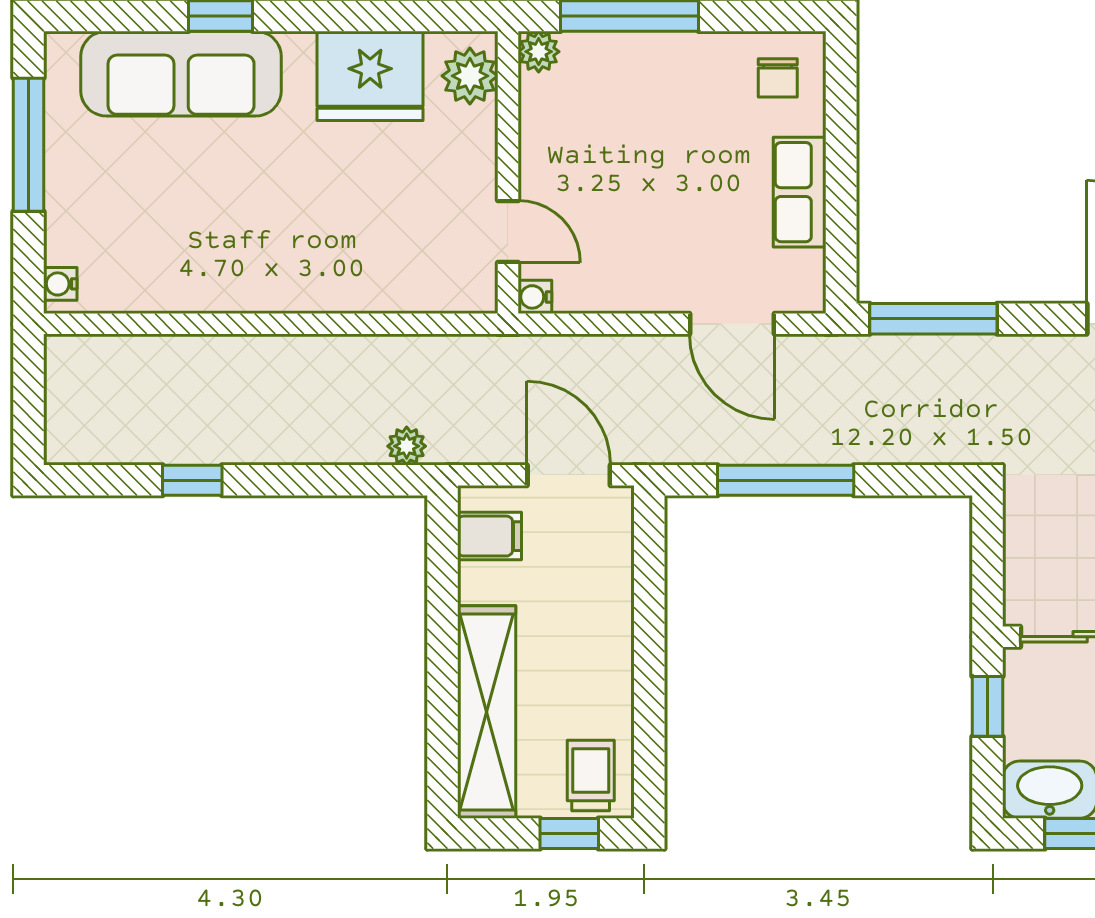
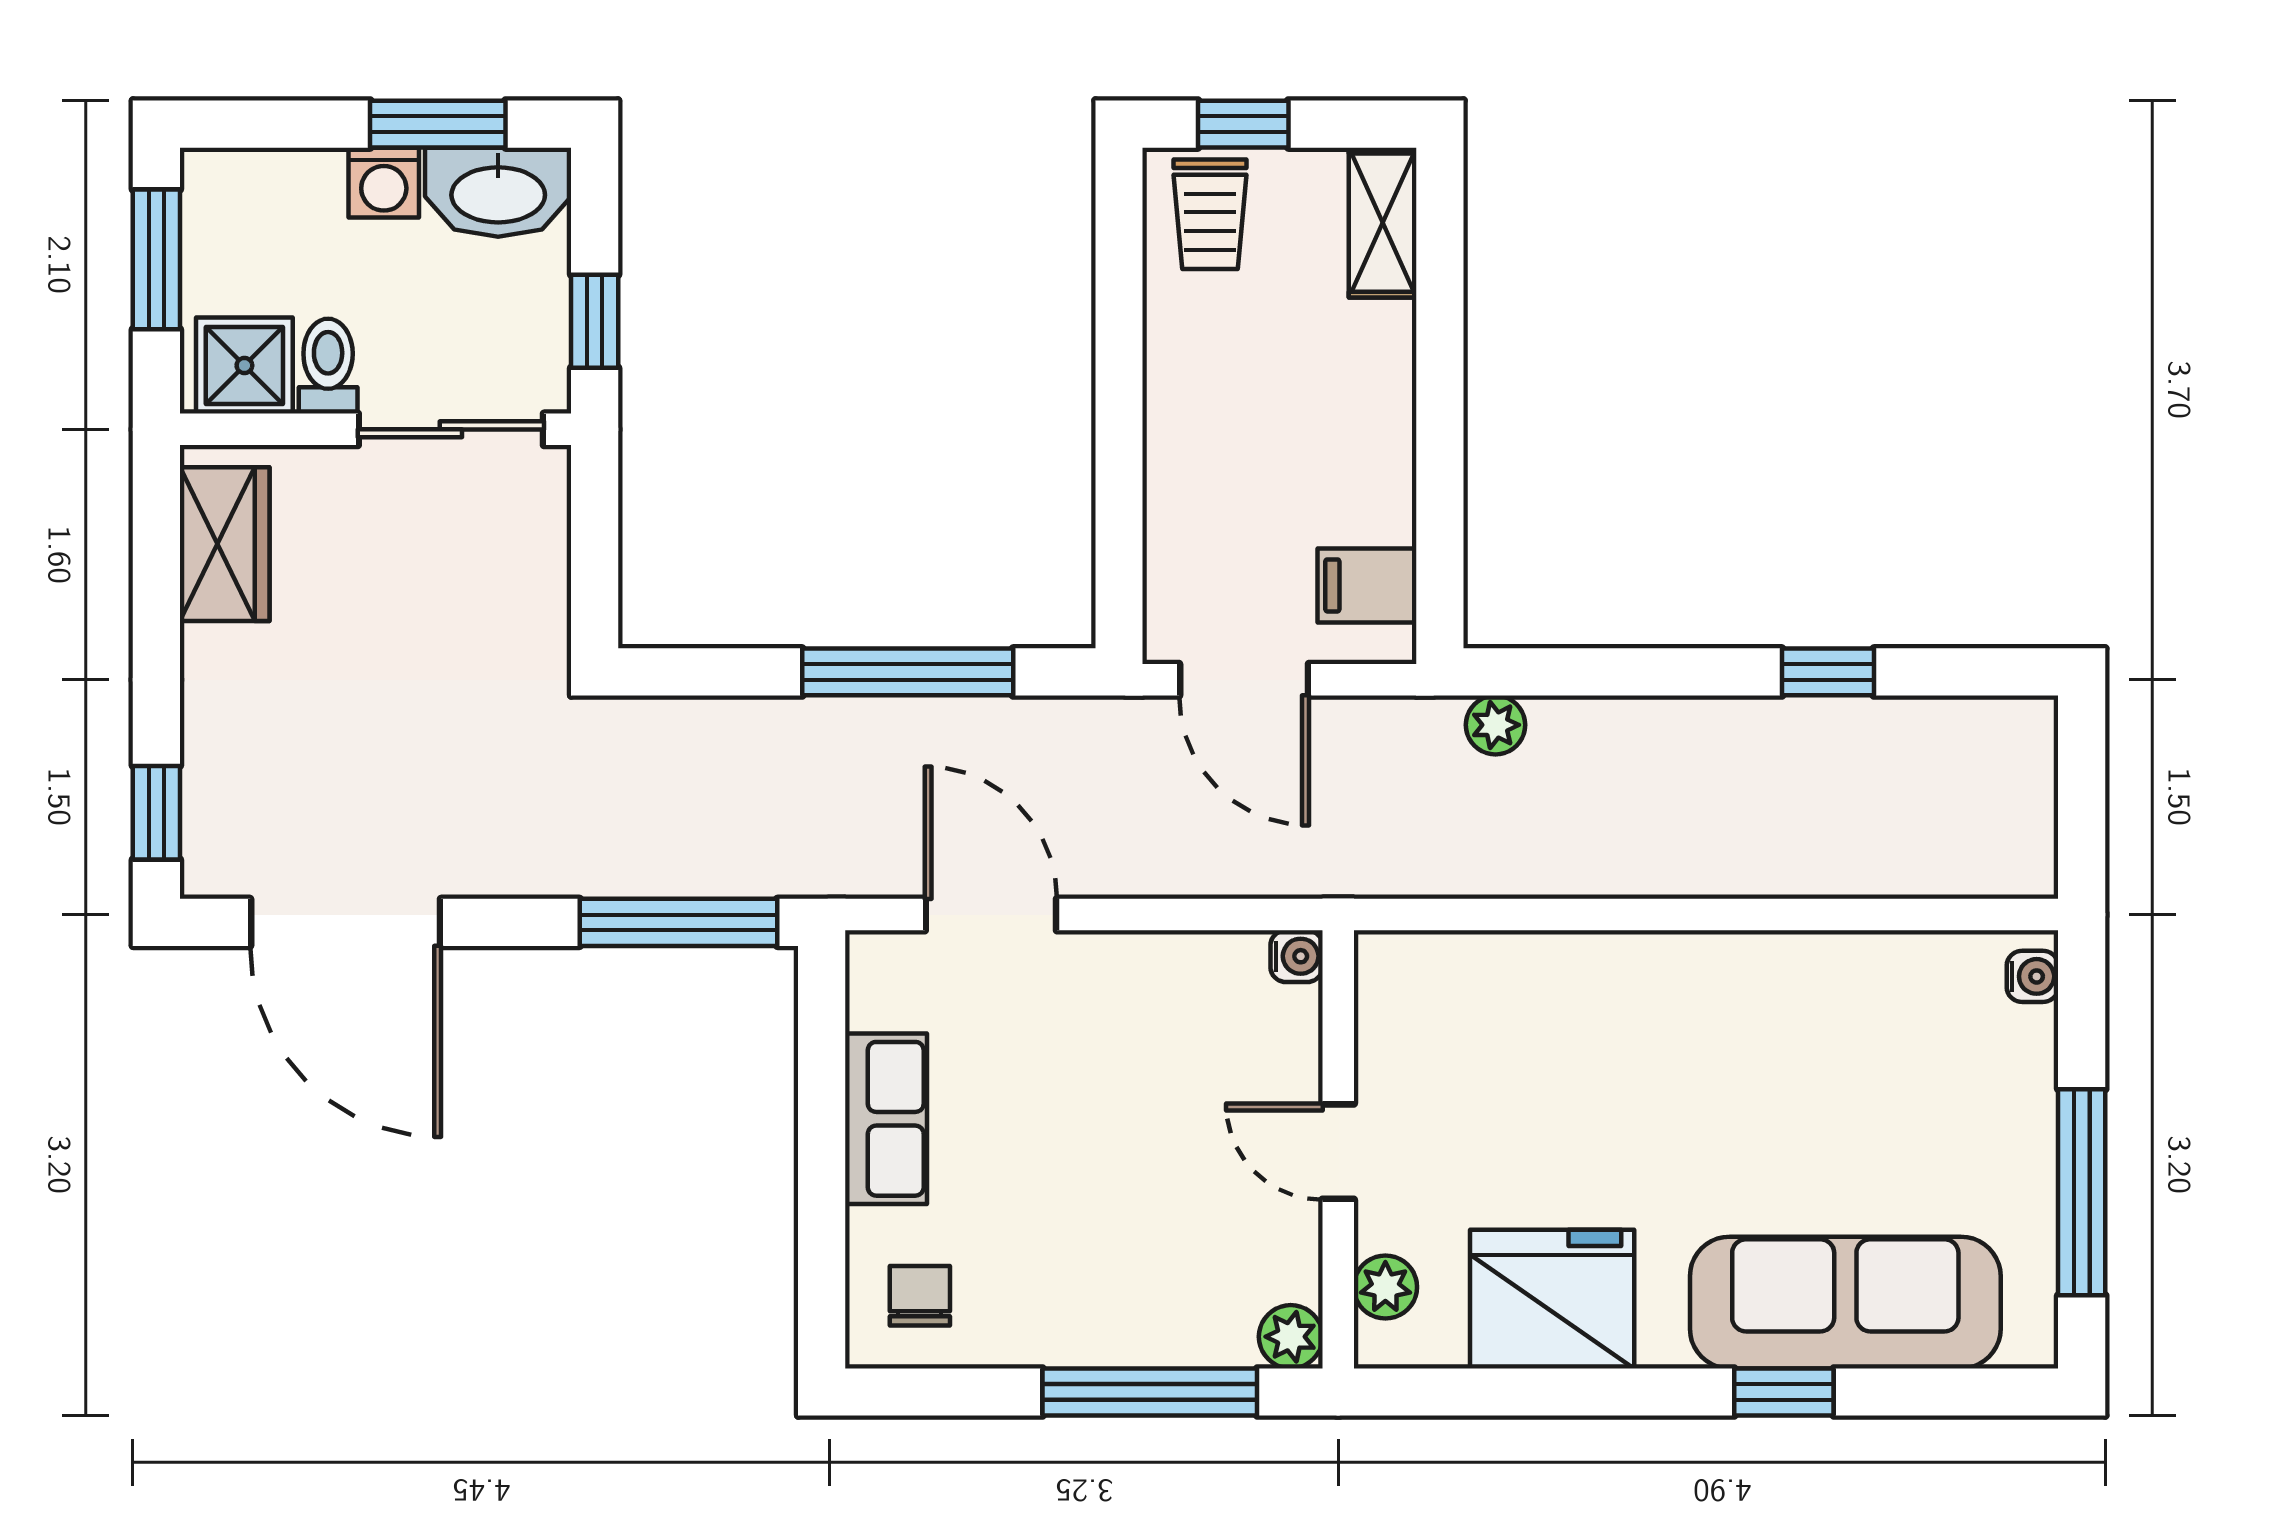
plant: (470, 76) -> (1385, 1287), width x0.73, depth x0.73
door: (508, 231) -> (1338, 1152), moved
shelving: (487, 712) -> (1383, 223), width x0.45, depth x0.75

